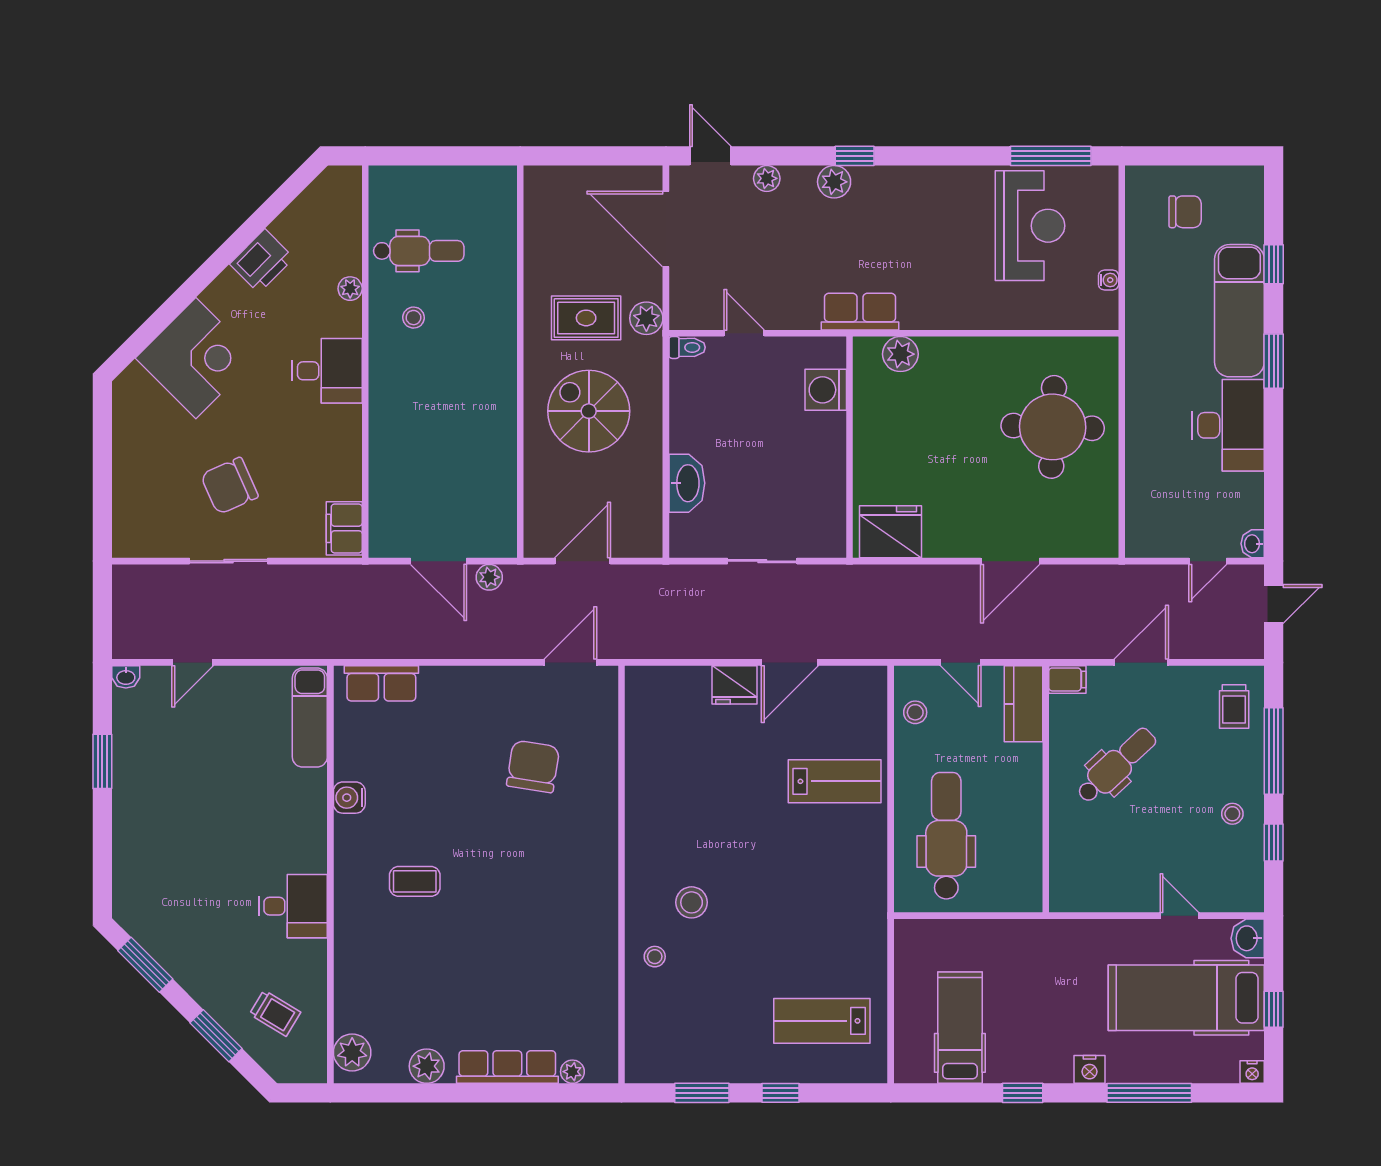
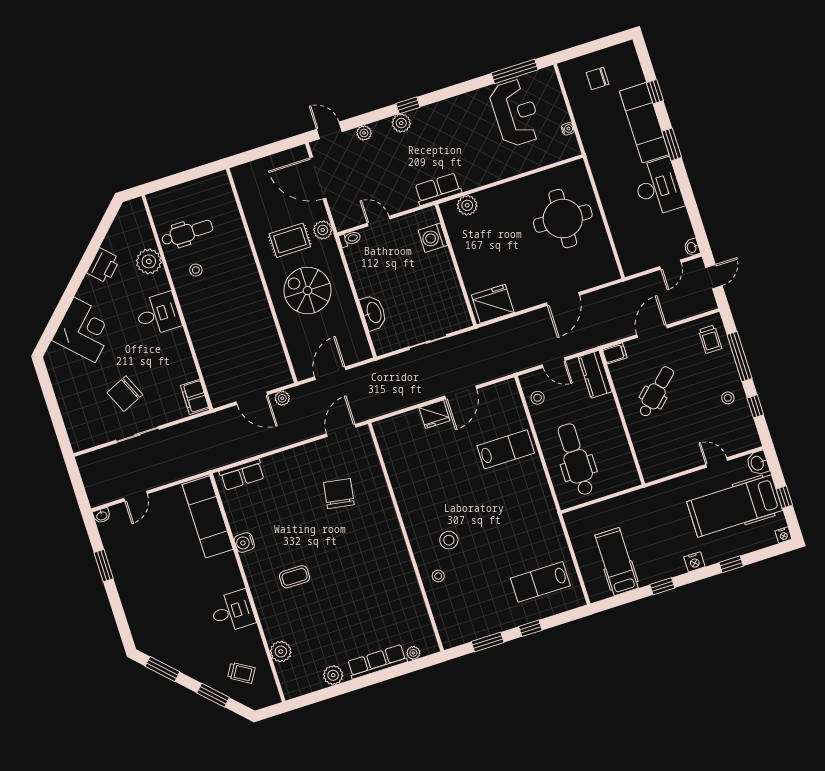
chair: (1185, 212) -> (598, 78), turned 180
plant: (350, 289) -> (149, 261), width x1.87, depth x1.87
exam couch: (310, 718) -> (208, 517), width x1.36, depth x1.45
plant: (352, 1053) -> (281, 652), moved
window: (1149, 1093) -> (731, 564), width x0.46

